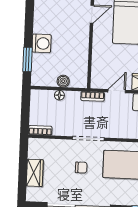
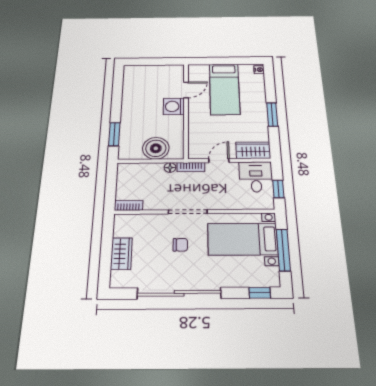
washing machine: (42, 43) -> (174, 106), moved, turned 180
boiler: (63, 81) -> (156, 148), width x1.86, depth x1.86
floor lamp: (59, 95) -> (170, 168), moved

